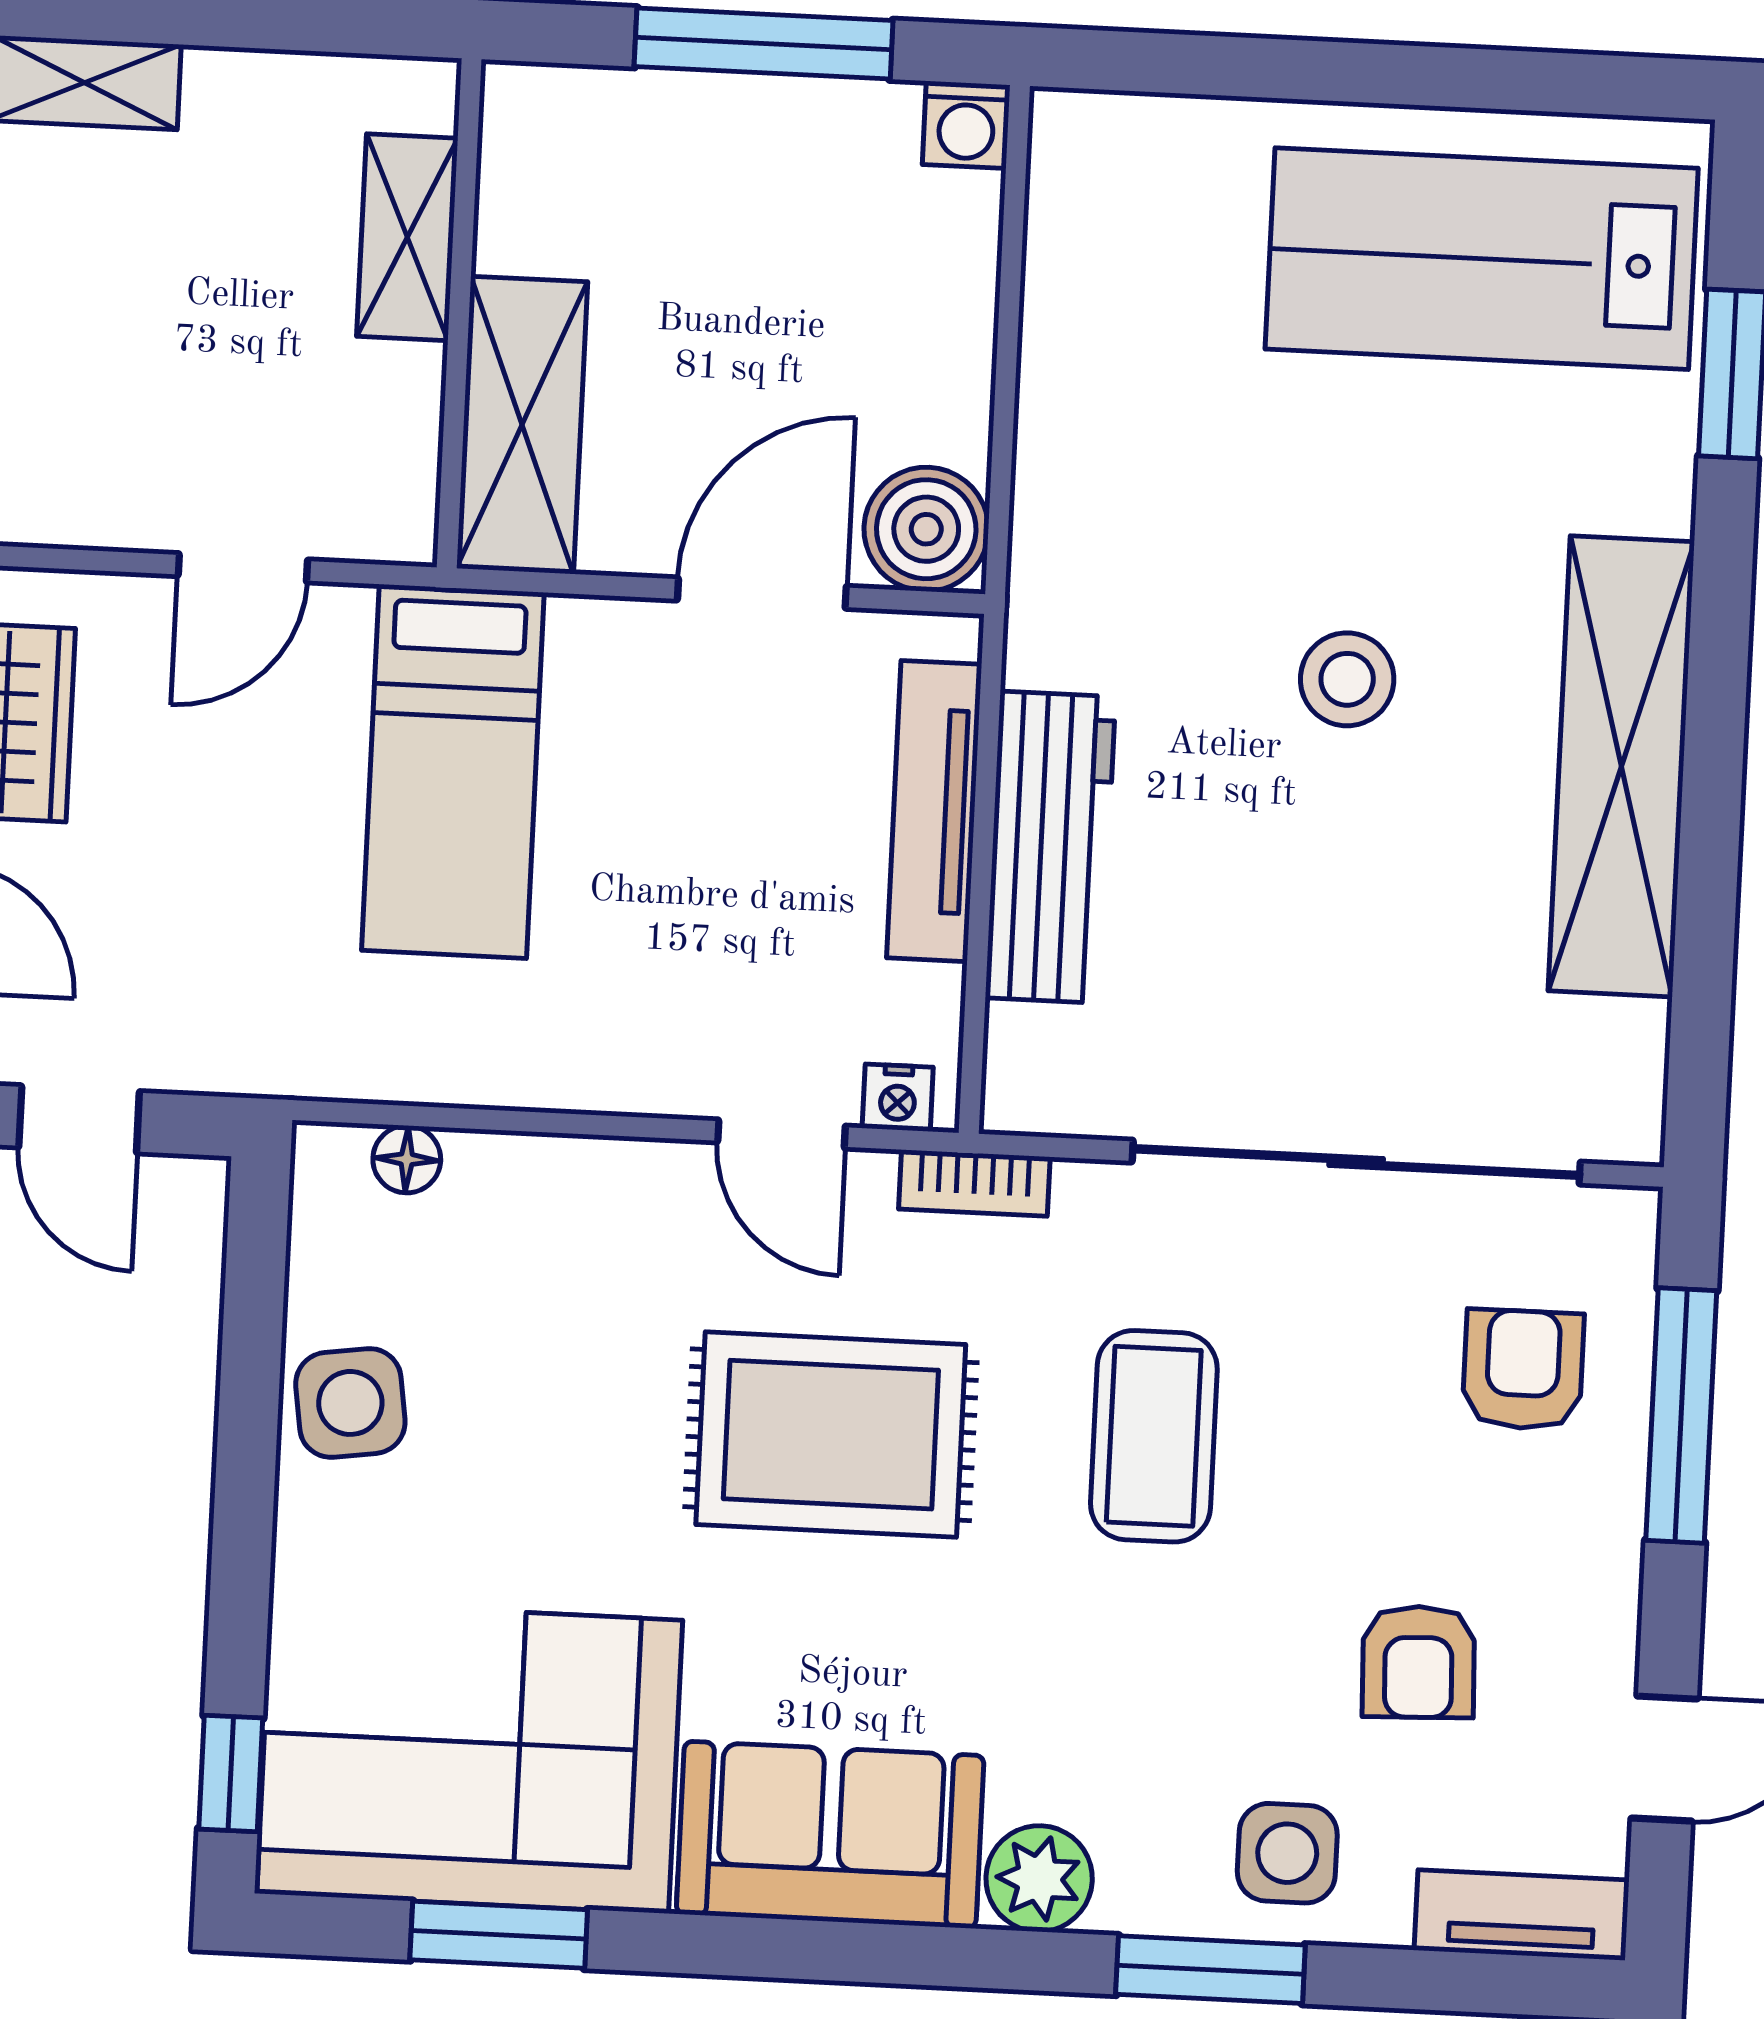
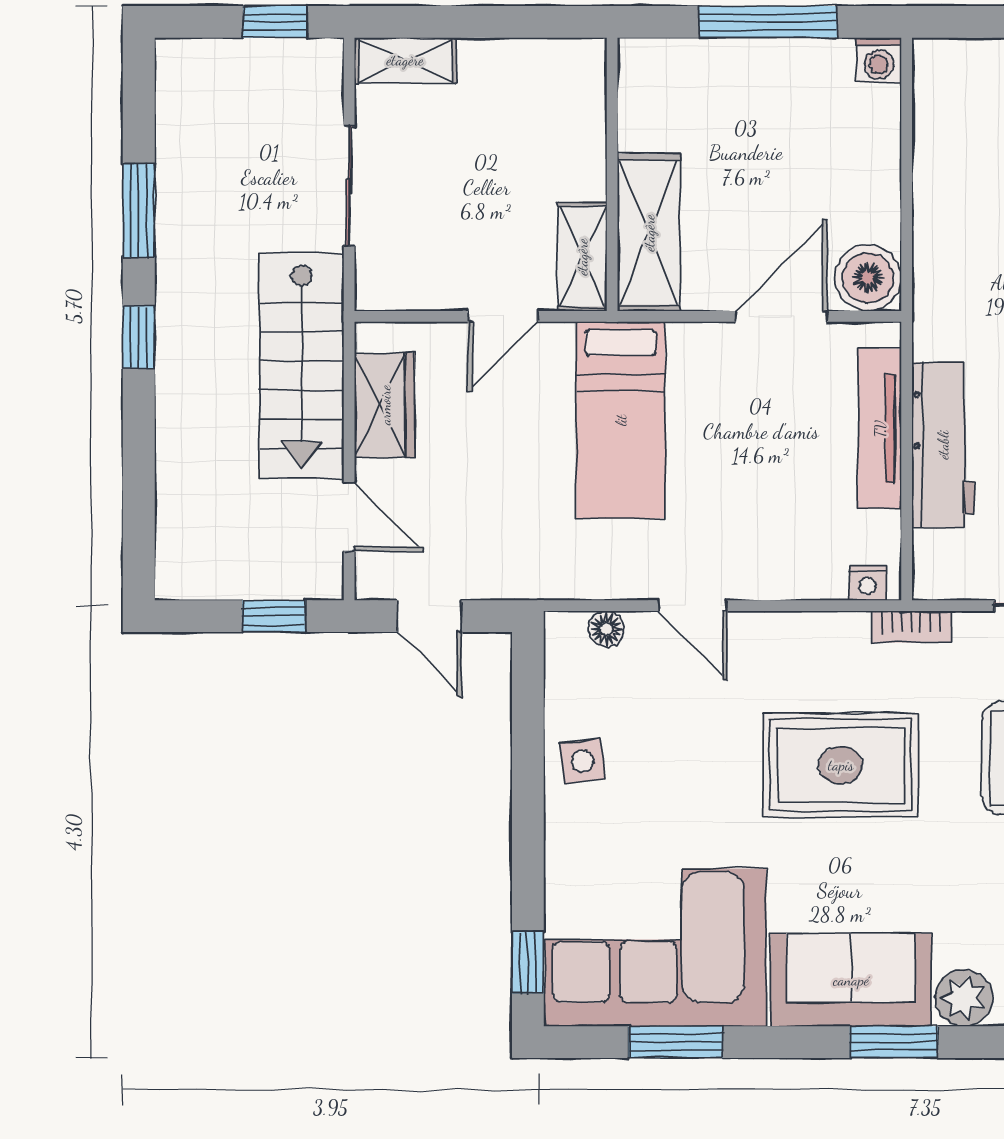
shelving: (407, 237) -> (582, 257), moved
door: (781, 1134) -> (693, 606), moved
side table: (350, 1403) -> (582, 761), width x0.73, depth x0.73
window: (905, 1955) -> (894, 1042), added

